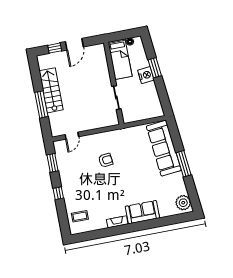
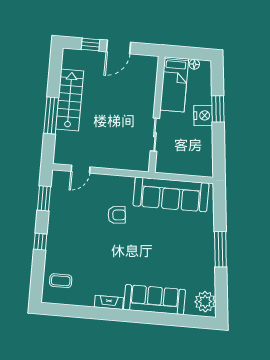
sofa: (164, 148) -> (171, 194), moved, turned -84
sofa: (142, 212) -> (154, 300), width x1.36

